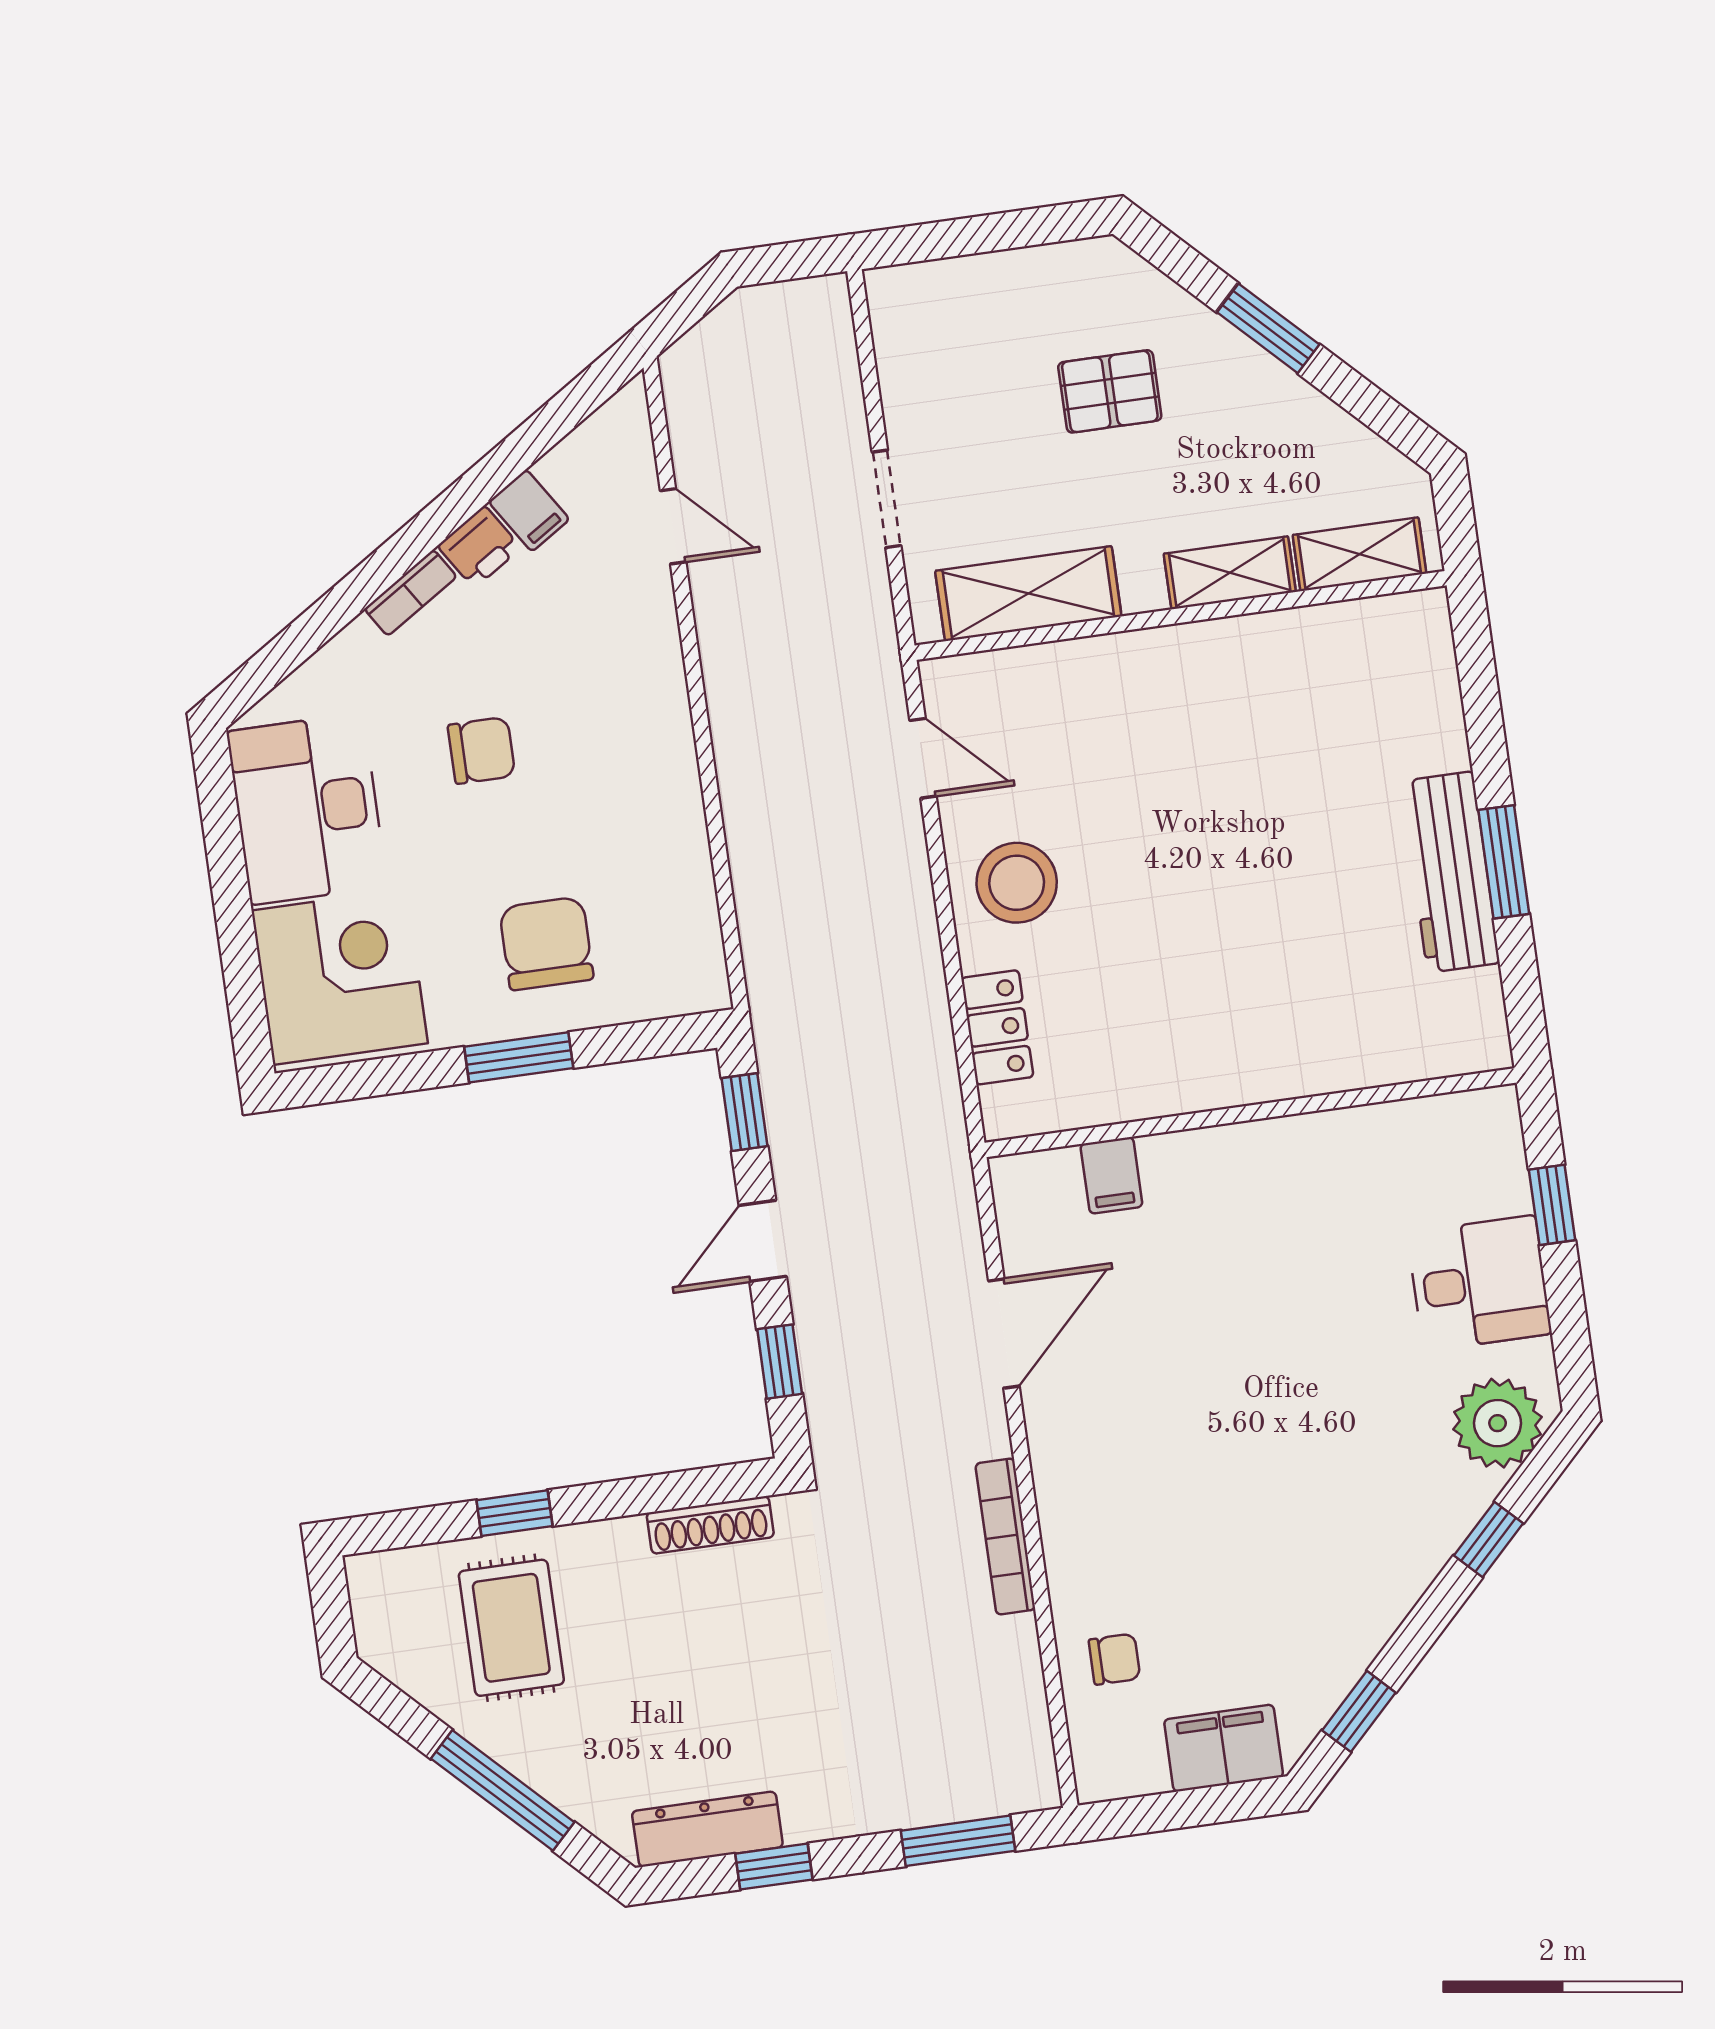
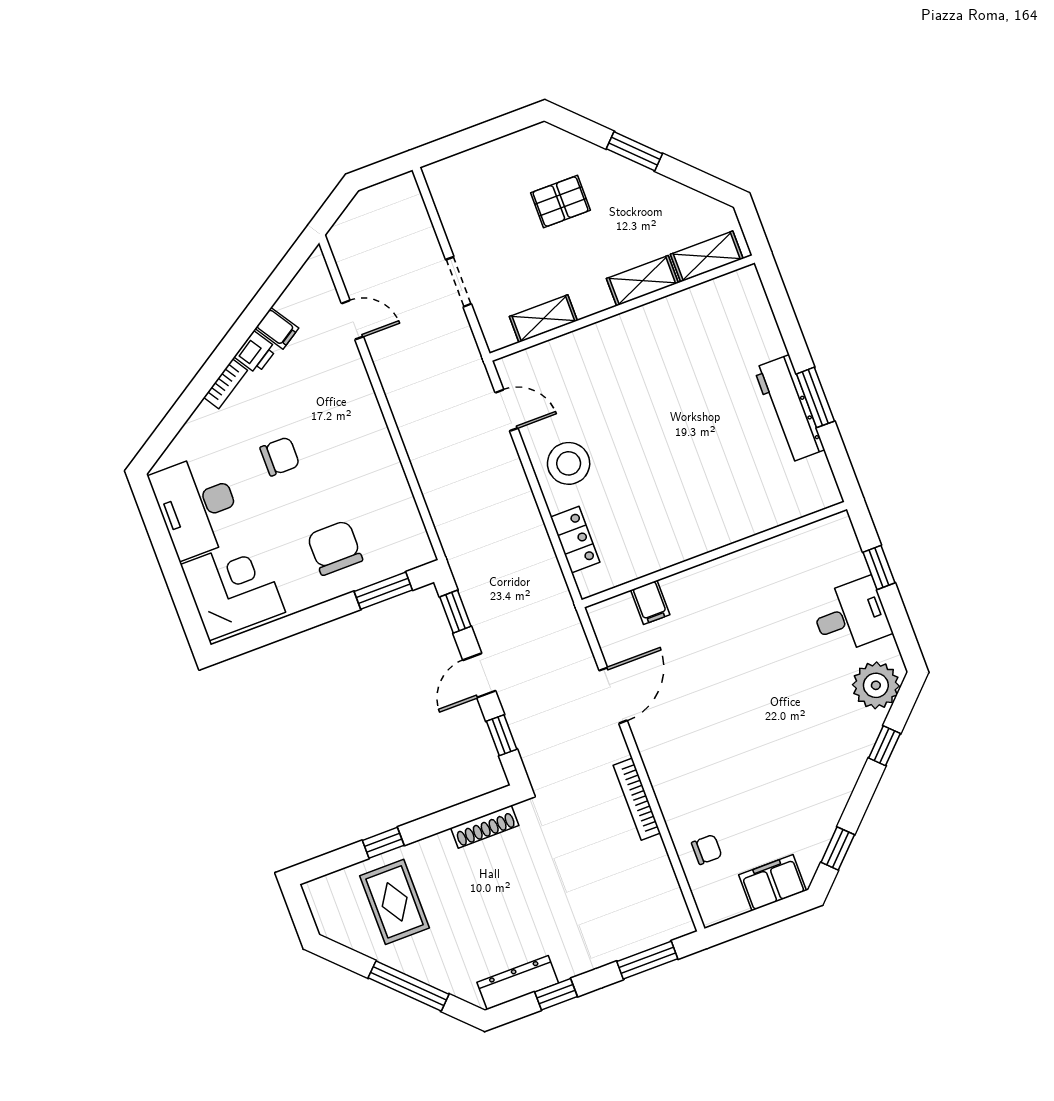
shelving: (1028, 594) -> (543, 319), width x0.67, depth x0.75
window: (519, 1057) -> (383, 591), moved

